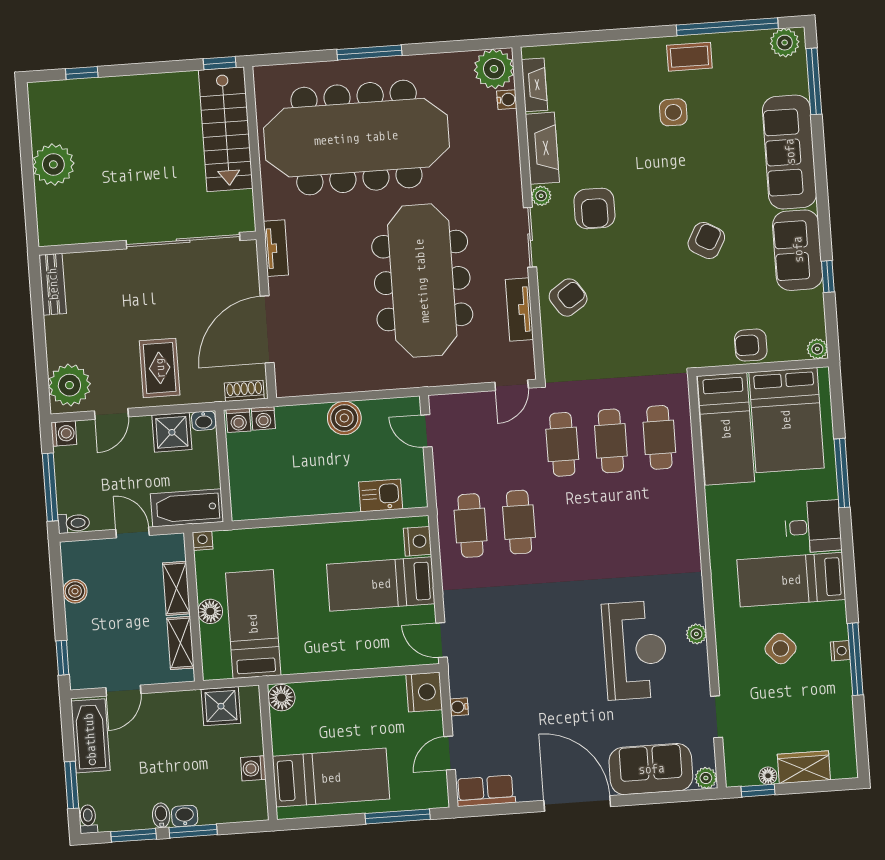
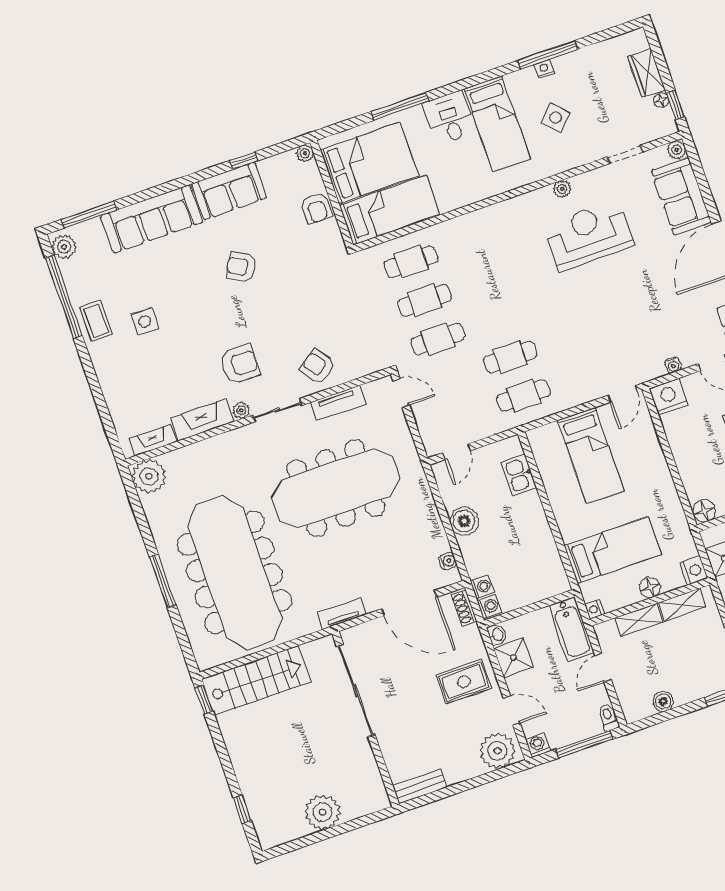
water cooler: (507, 100) -> (448, 561), moved, turned 90
nightstand: (417, 541) -> (694, 571), moved, turned 90
bed: (253, 624) -> (613, 550), moved, turned 180

